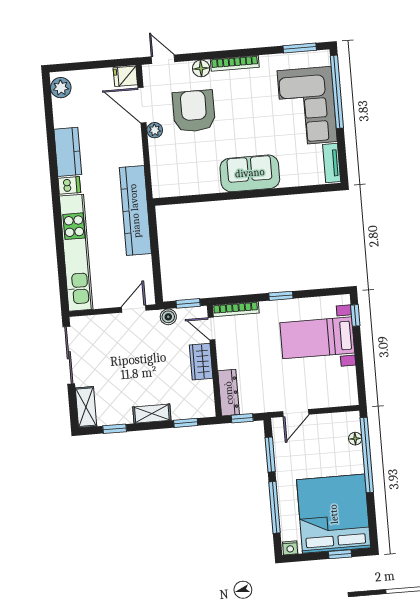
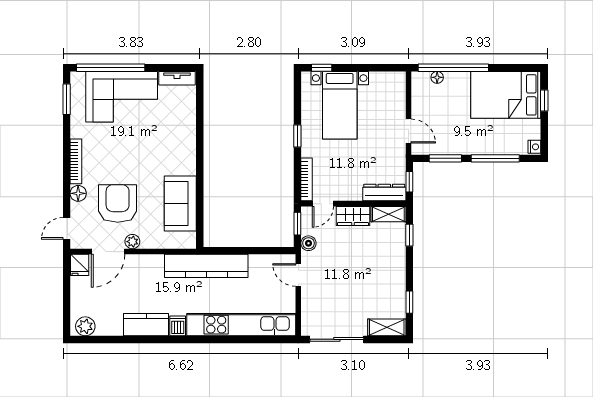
armchair: (194, 111) -> (118, 203), turned 90
sofa: (250, 173) -> (180, 203), moved
shelving: (152, 414) -> (388, 214), moved, turned 90
bed: (334, 514) -> (506, 95), width x0.73

